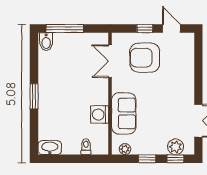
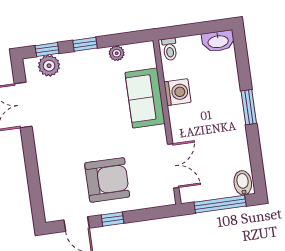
double door: (110, 61) -> (173, 166), moved
wall: (110, 94) -> (167, 122), moved
sofa: (124, 113) -> (145, 98), moved
washing machine: (100, 114) -> (177, 92), moved

